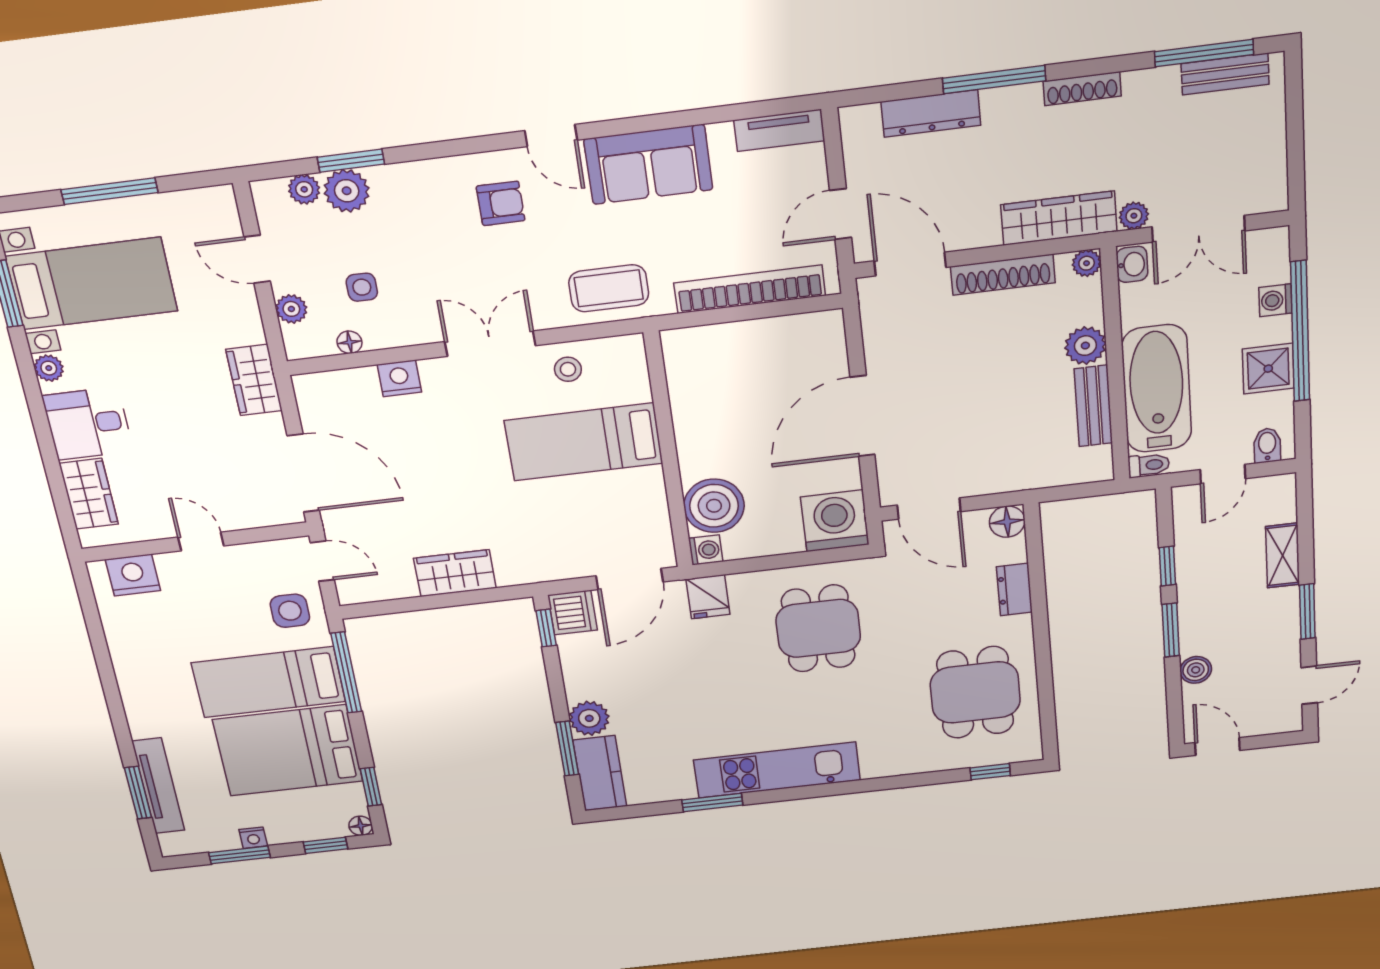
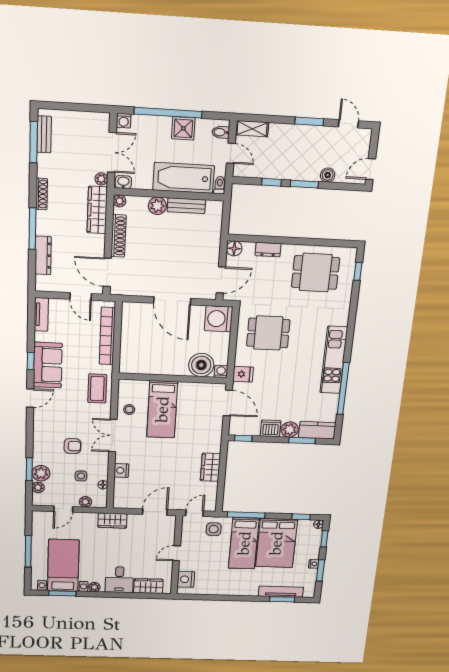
window: (652, 123) -> (31, 361), added
armchair: (501, 203) -> (72, 446), moved, turned 90
door: (910, 264) -> (107, 272), hinge flipped
washing machine: (1275, 300) -> (124, 121), moved
door: (303, 473) -> (155, 512), width x0.73
shelving: (1283, 555) -> (252, 129), moved
dishwasher: (573, 613) -> (271, 428), moved
window: (712, 802) -> (343, 389), width x2.11

